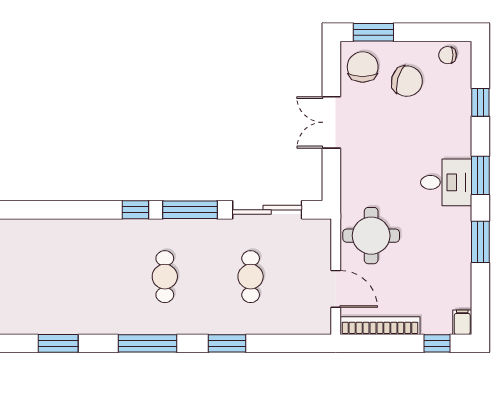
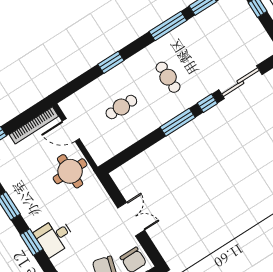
desk: (446, 182) -> (54, 237), moved
sliding door: (267, 210) -> (240, 82), moved
cafe table: (251, 277) -> (121, 107), turned 90
window: (148, 343) -> (168, 26), moved

